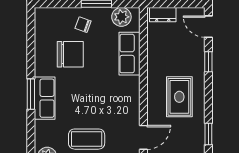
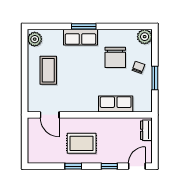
plant: (121, 17) -> (145, 37), moved
window: (208, 134) -> (73, 166), moved

